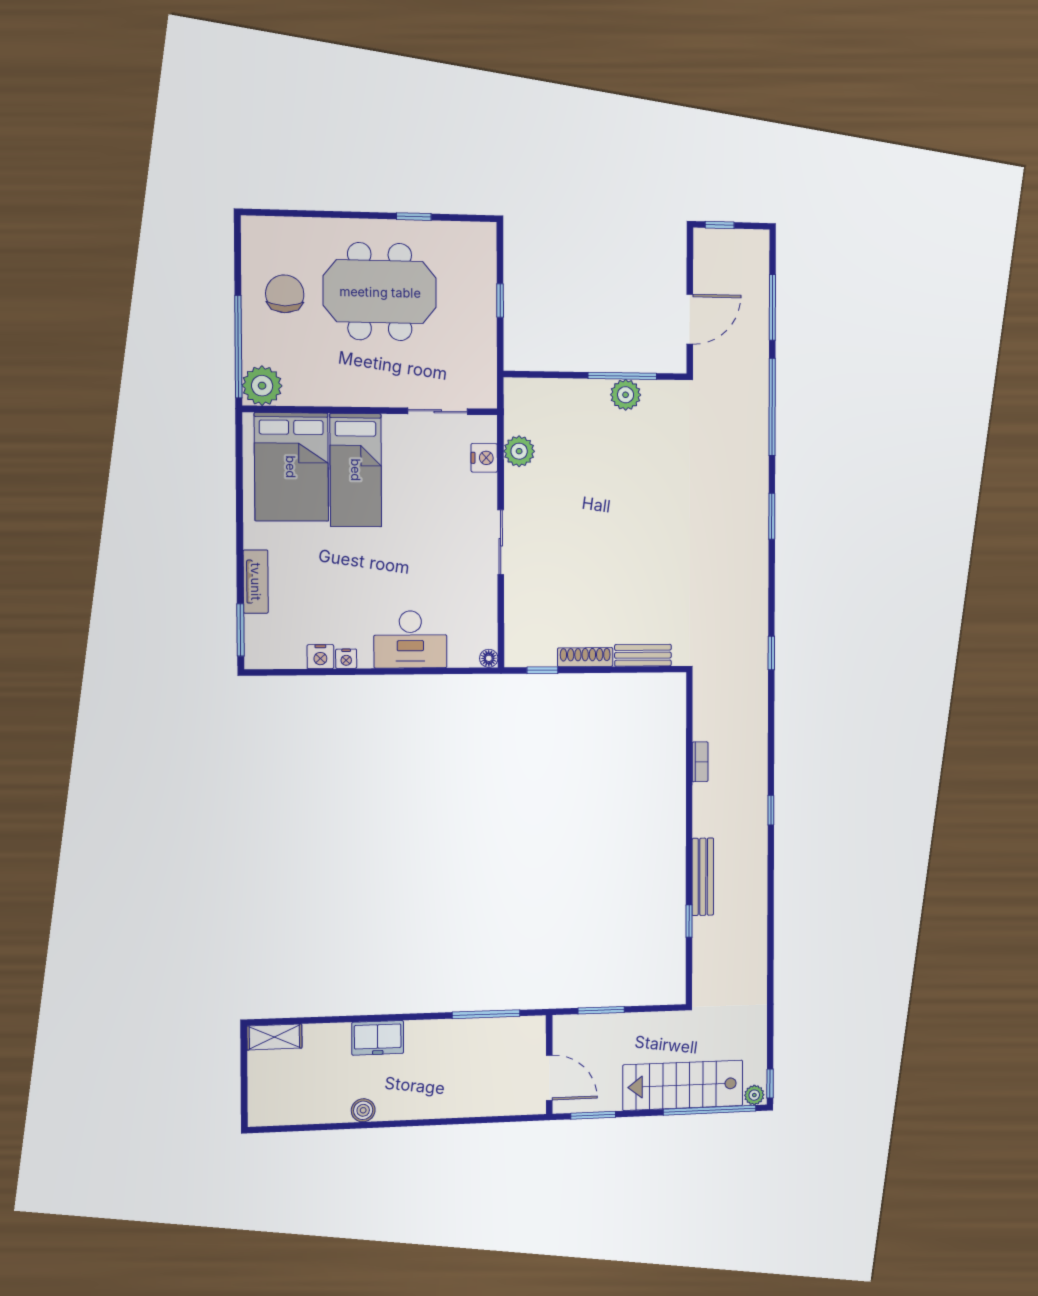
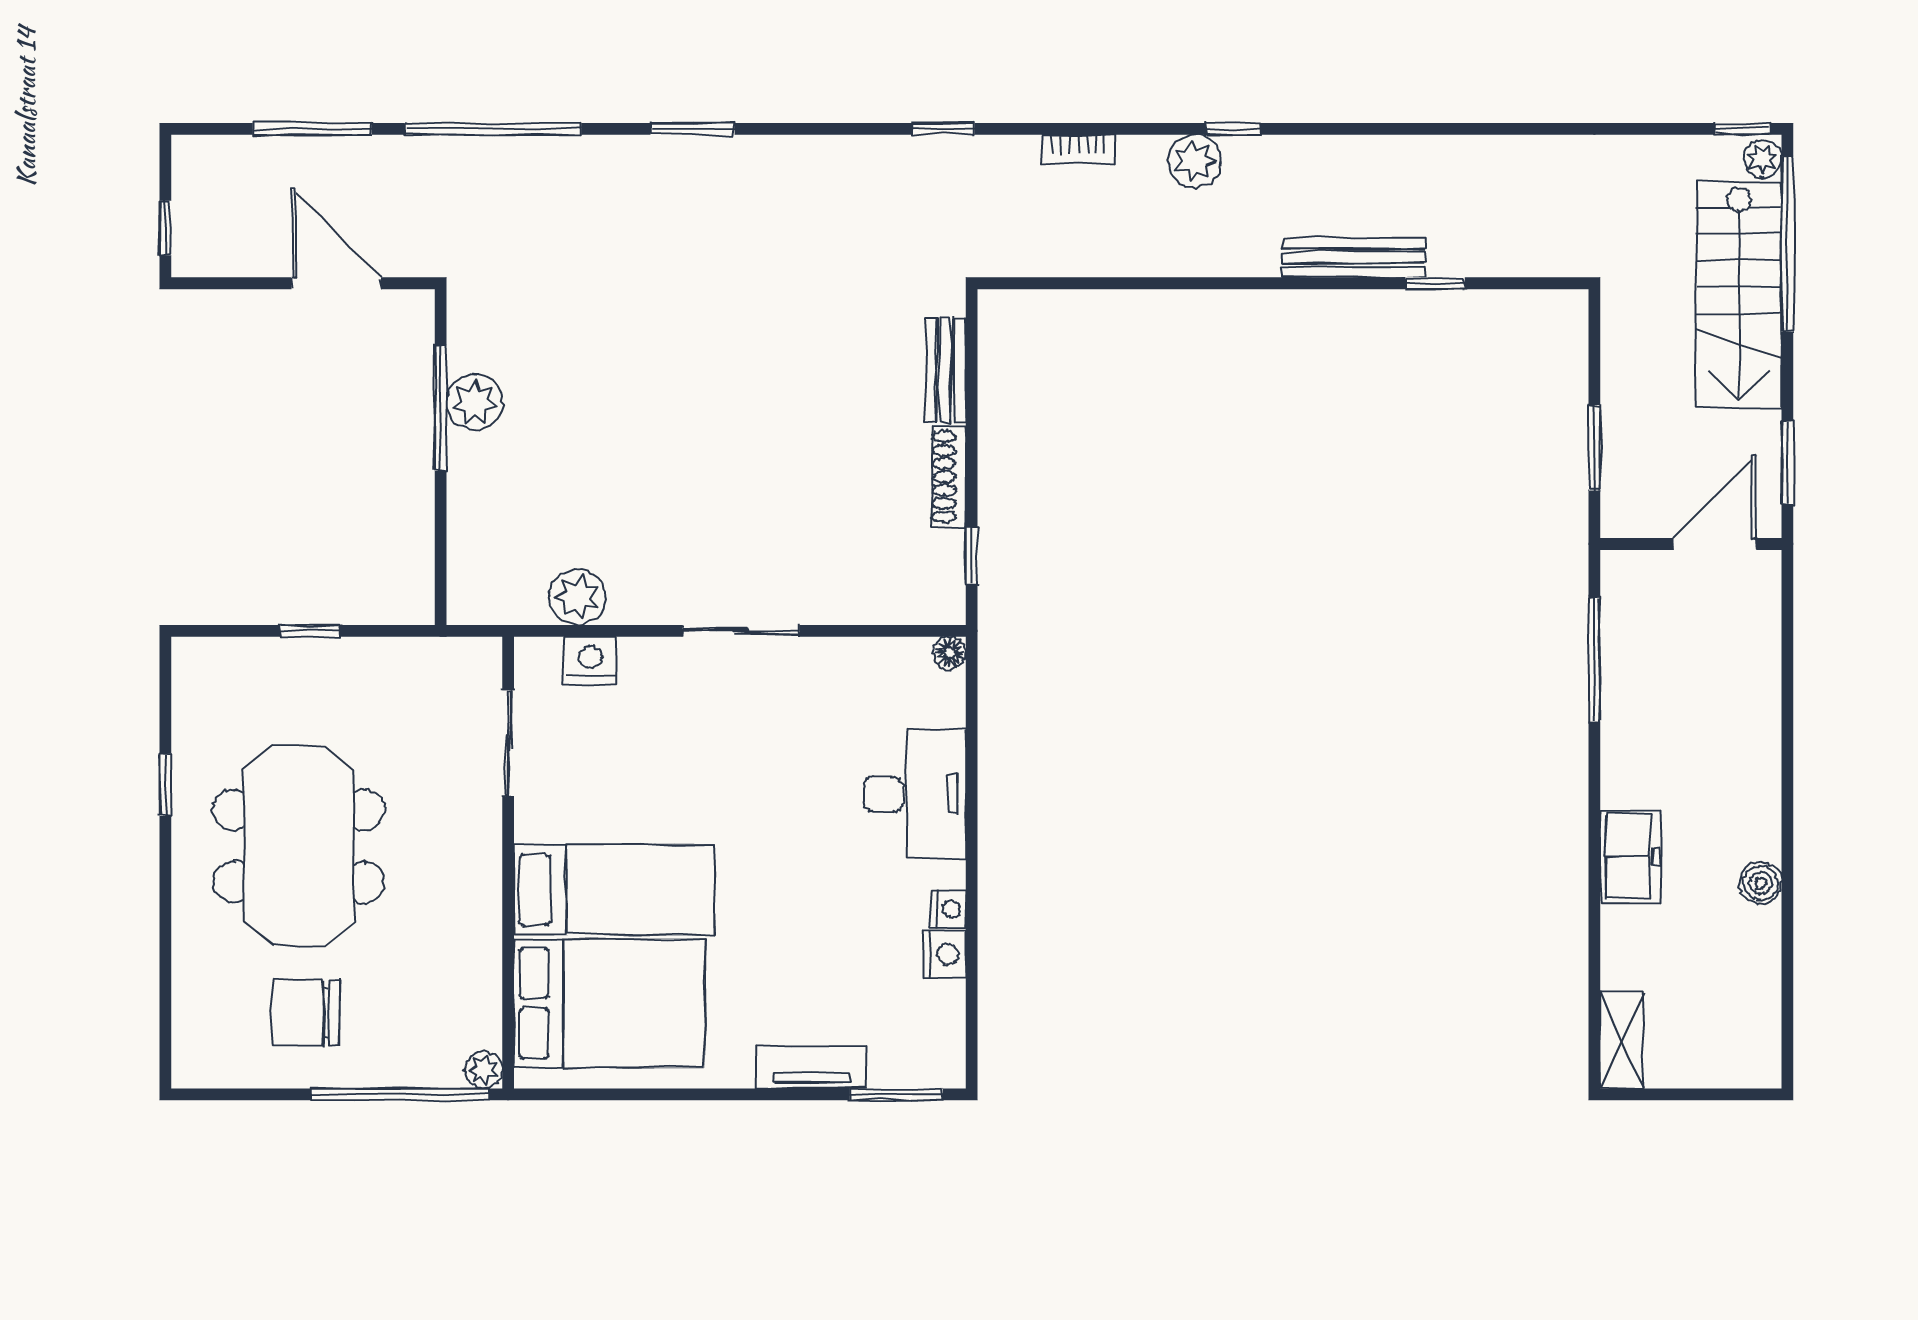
plant: (262, 386) -> (484, 1070), width x0.53, depth x0.53
bookcase: (700, 762) -> (1078, 149), moved, turned 180
plant: (754, 790) -> (1195, 161), added

